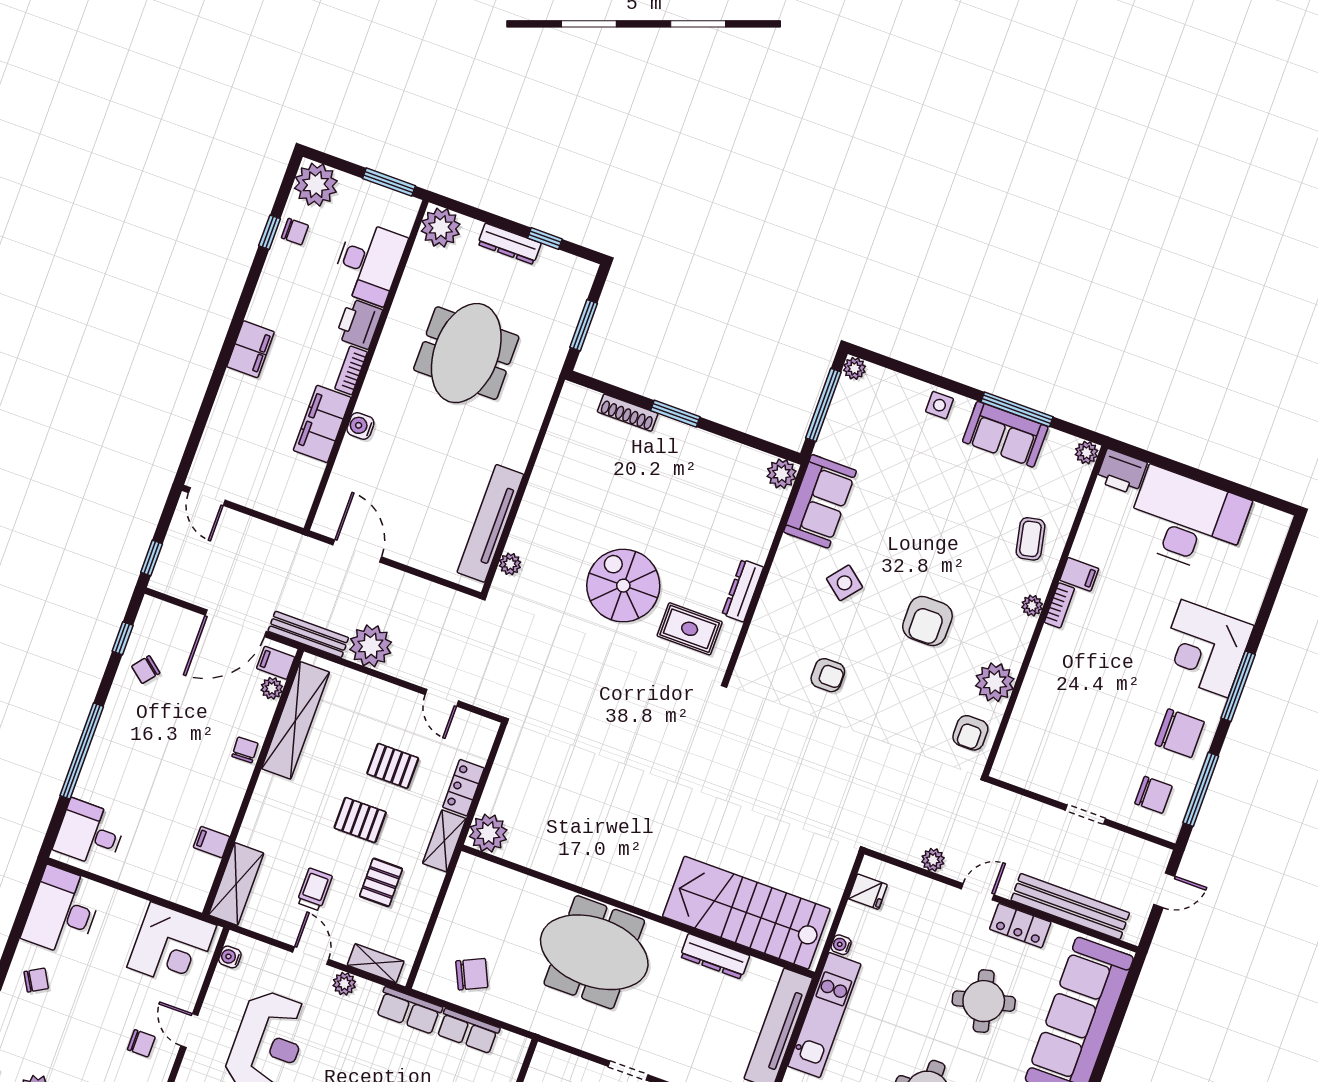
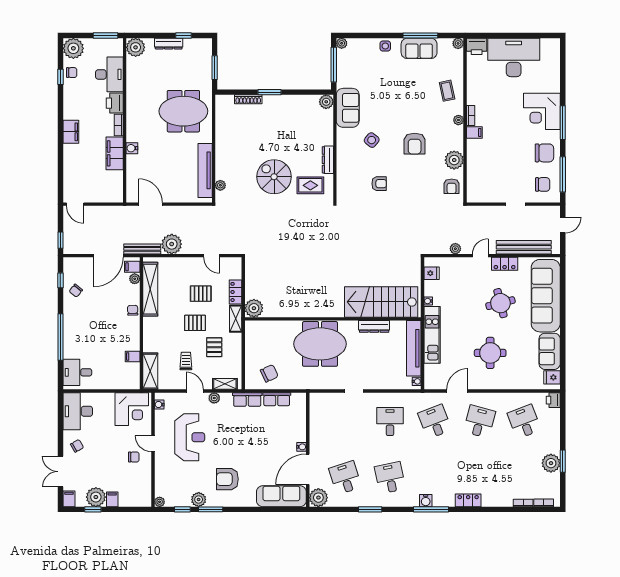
meeting table: (466, 353) -> (183, 111), moved, turned 90
filing cabinet: (1079, 574) -> (474, 132), moved

